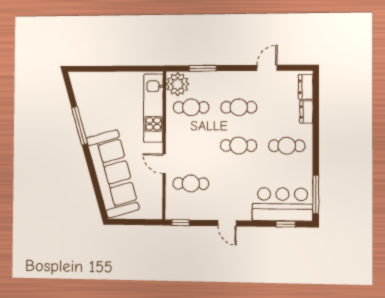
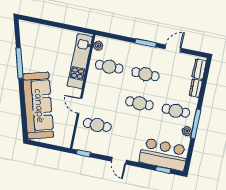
window: (203, 68) -> (146, 43), moved
plant: (177, 84) -> (98, 46), width x0.53, depth x0.53
plant: (306, 169) -> (187, 131), added
window: (316, 194) -> (196, 124), moved

